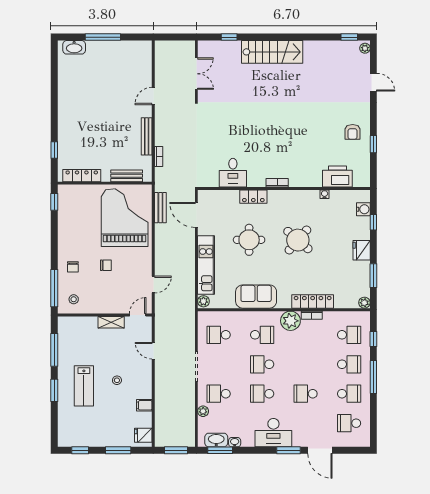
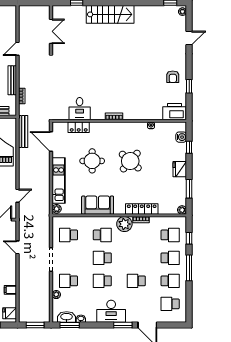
door: (373, 82) -> (189, 38), hinge flipped
printer: (337, 177) -> (174, 112), moved
locker: (253, 197) -> (79, 127), moved
bench: (160, 208) -> (23, 131), width x1.36

